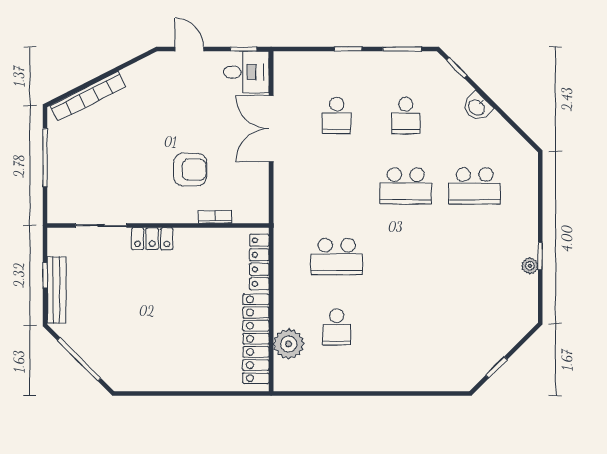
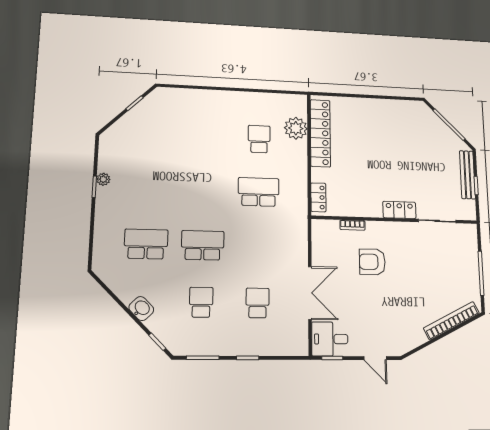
locker: (259, 262) -> (318, 197), width x0.66

